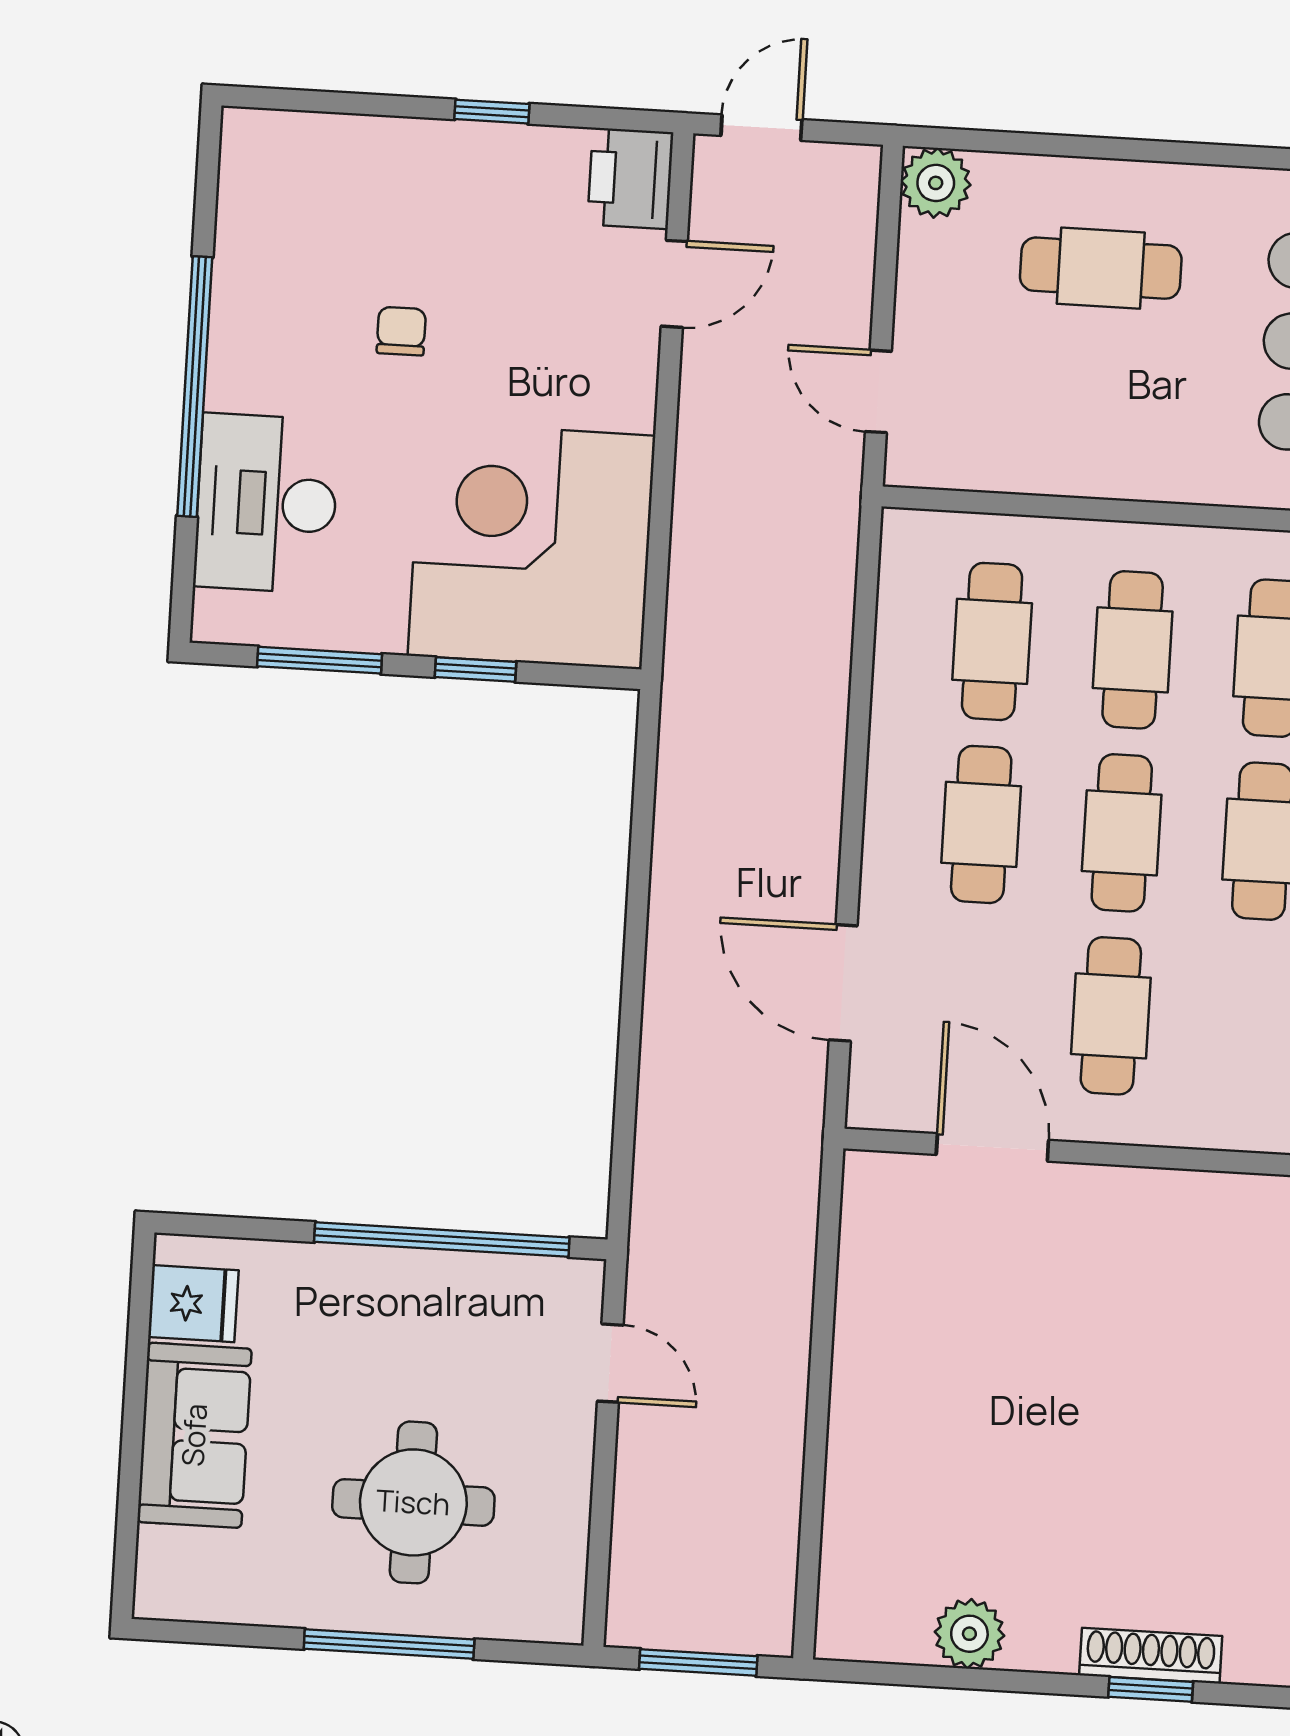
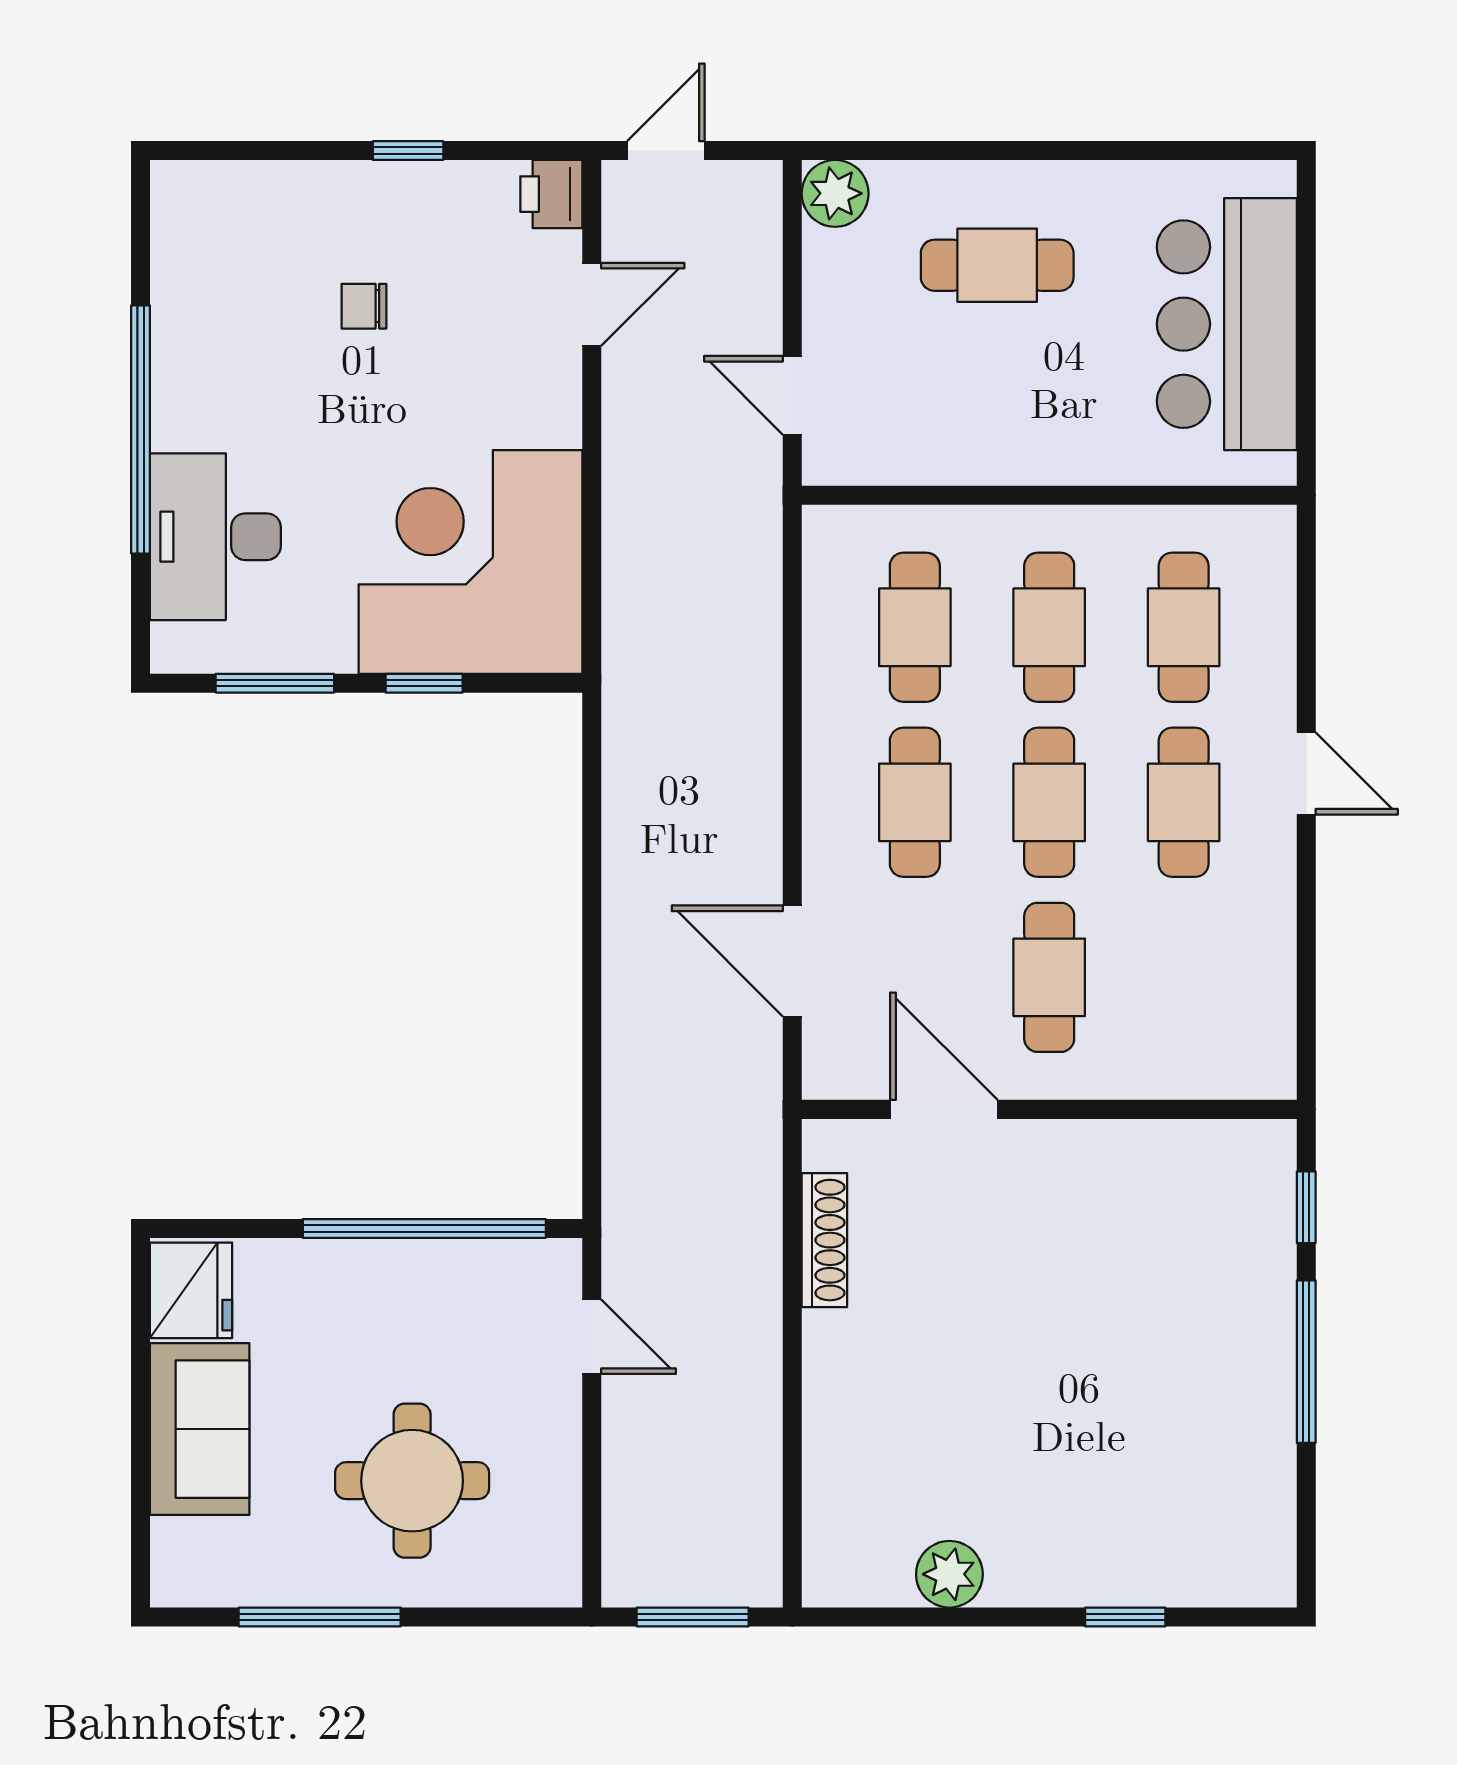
printer: (630, 178) -> (551, 194), width x0.73, depth x0.81
chair: (401, 331) -> (364, 306), moved, turned -90
fridge: (193, 1304) -> (191, 1290), width x1.38
window: (389, 1644) -> (320, 1617), moved
shoe rack: (1151, 1656) -> (824, 1240), moved, turned 90

